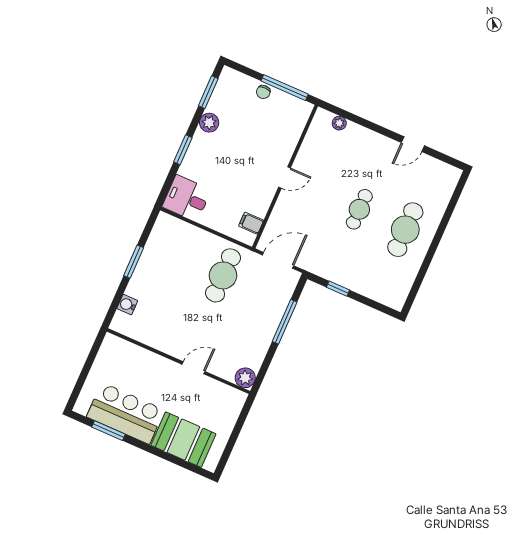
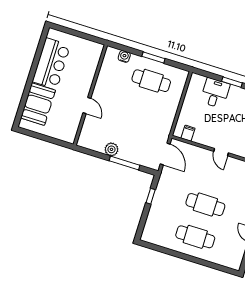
desk: (187, 198) -> (215, 93), moved
cafe table: (359, 209) -> (205, 205), width x1.37, depth x1.35
cafe table: (223, 275) -> (151, 81), moved
plant: (245, 378) -> (111, 149), moved
window: (108, 431) -> (38, 53), removed

